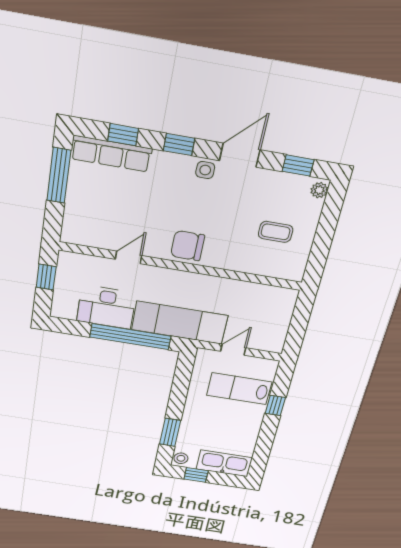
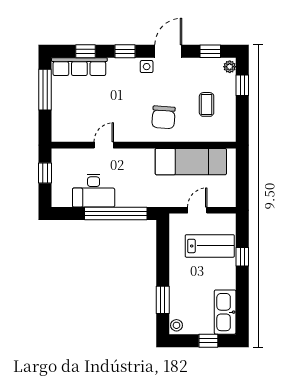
window: (330, 216) -> (242, 85), added
coffee table: (276, 232) -> (207, 104), turned 90
chair: (188, 246) -> (163, 117), moved, turned -86
exam couch: (180, 323) -> (191, 162), moved, turned 180
lab bench: (239, 389) -> (210, 246), turned 180
kitchen sink: (224, 463) -> (225, 312), moved, turned -90
window: (196, 475) -> (208, 341), moved

